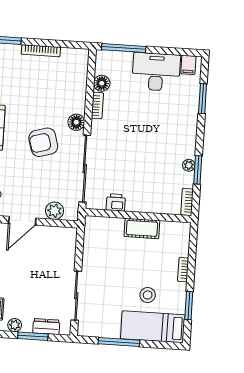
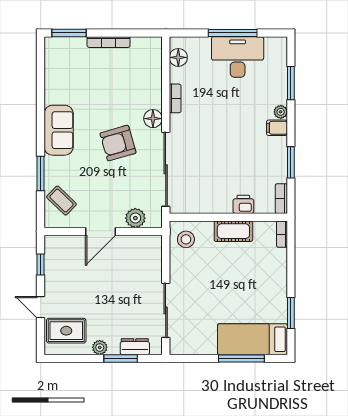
window: (124, 48) -> (233, 33), moved
filing cabinet: (188, 65) -> (277, 128), moved, turned 90
floor lamp: (102, 83) -> (178, 57), moved
plant: (189, 165) -> (281, 112), moved
printer: (116, 202) -> (243, 204), moved
bookcase: (183, 270) -> (282, 234), moved
stool: (148, 295) -> (186, 239), moved
window: (119, 342) -> (241, 358), moved

